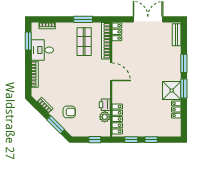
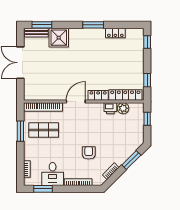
locker: (117, 32) -> (98, 95), moved
window: (184, 63) -> (42, 25), moved
shower: (172, 90) -> (59, 38), moved
armchair: (69, 112) -> (89, 153), moved
window: (151, 140) -> (147, 42), moved

